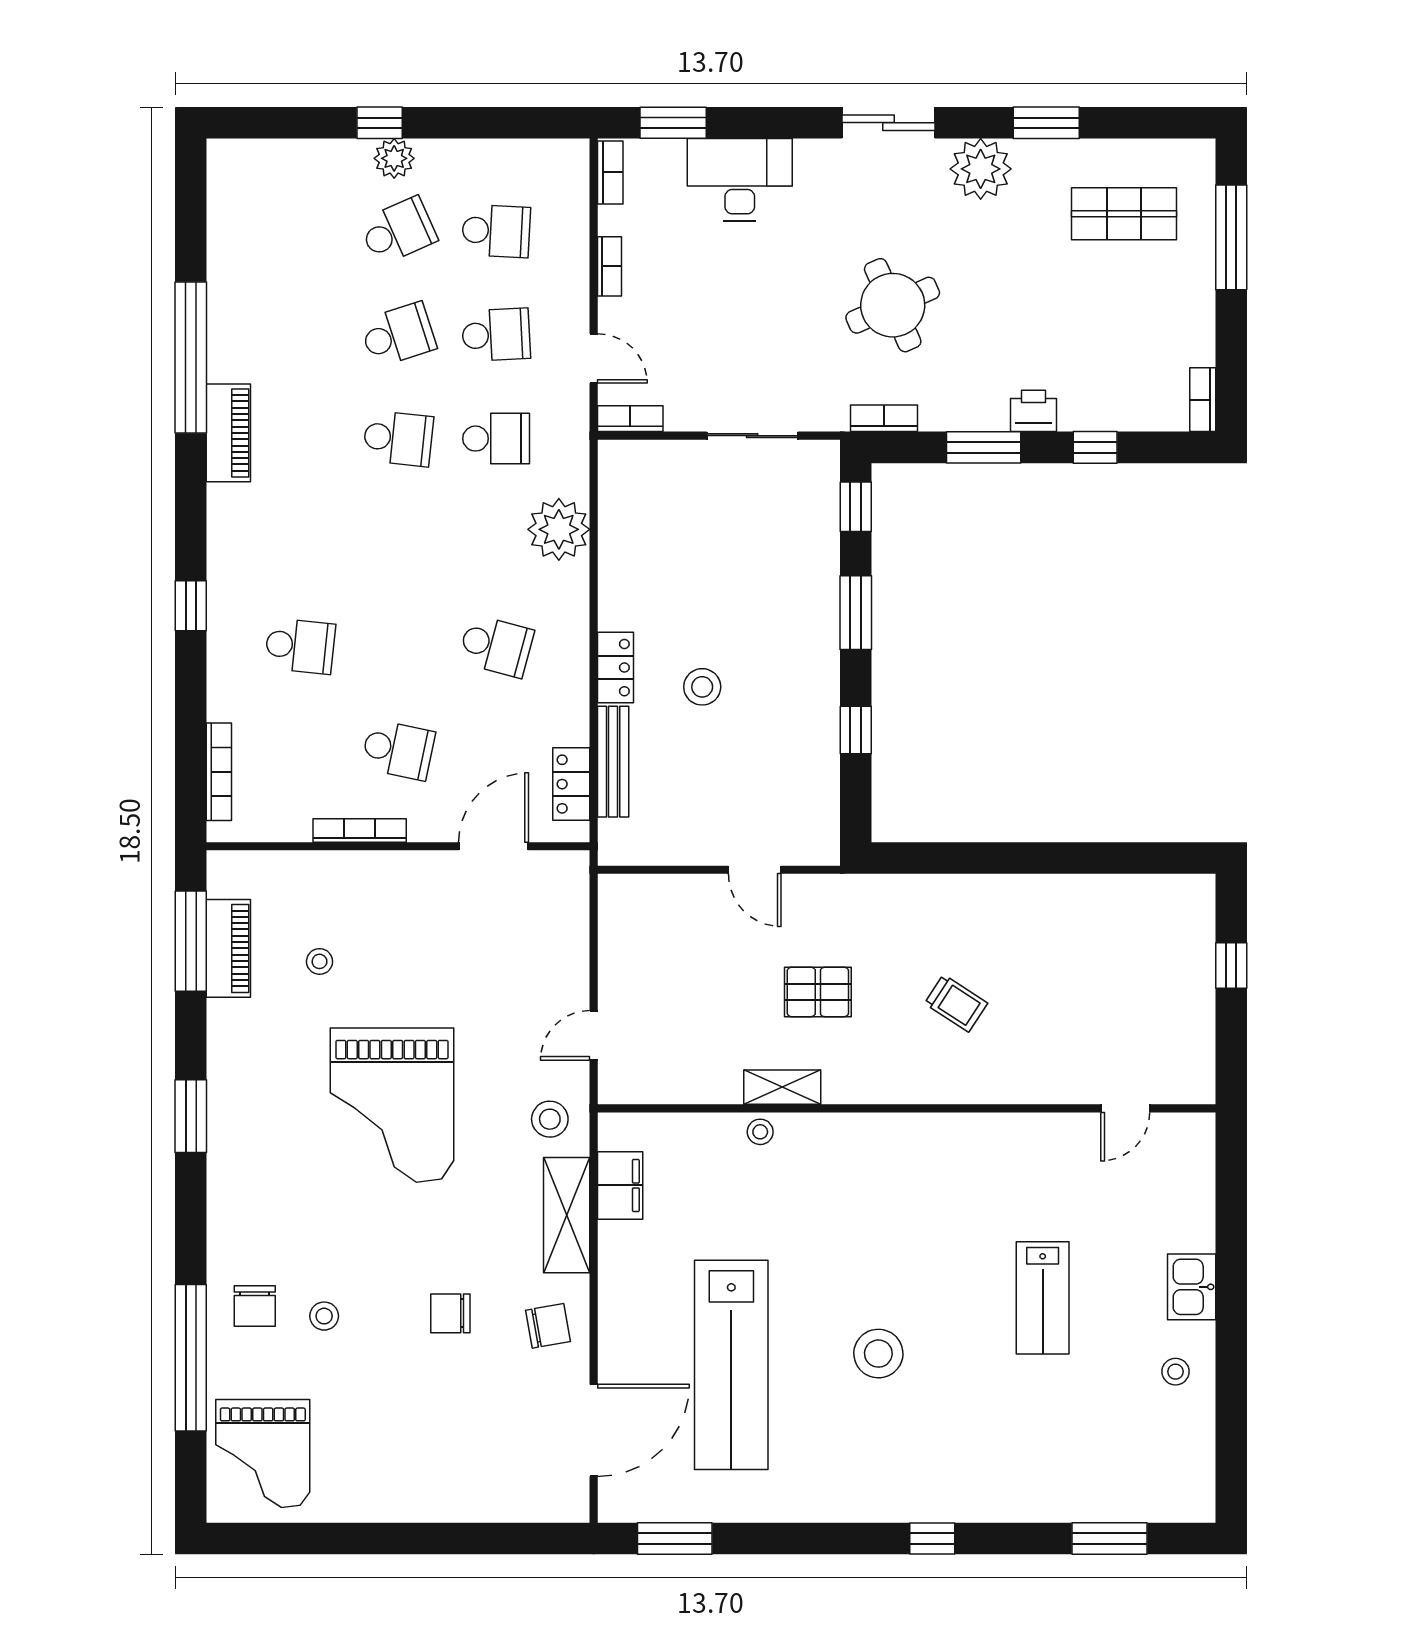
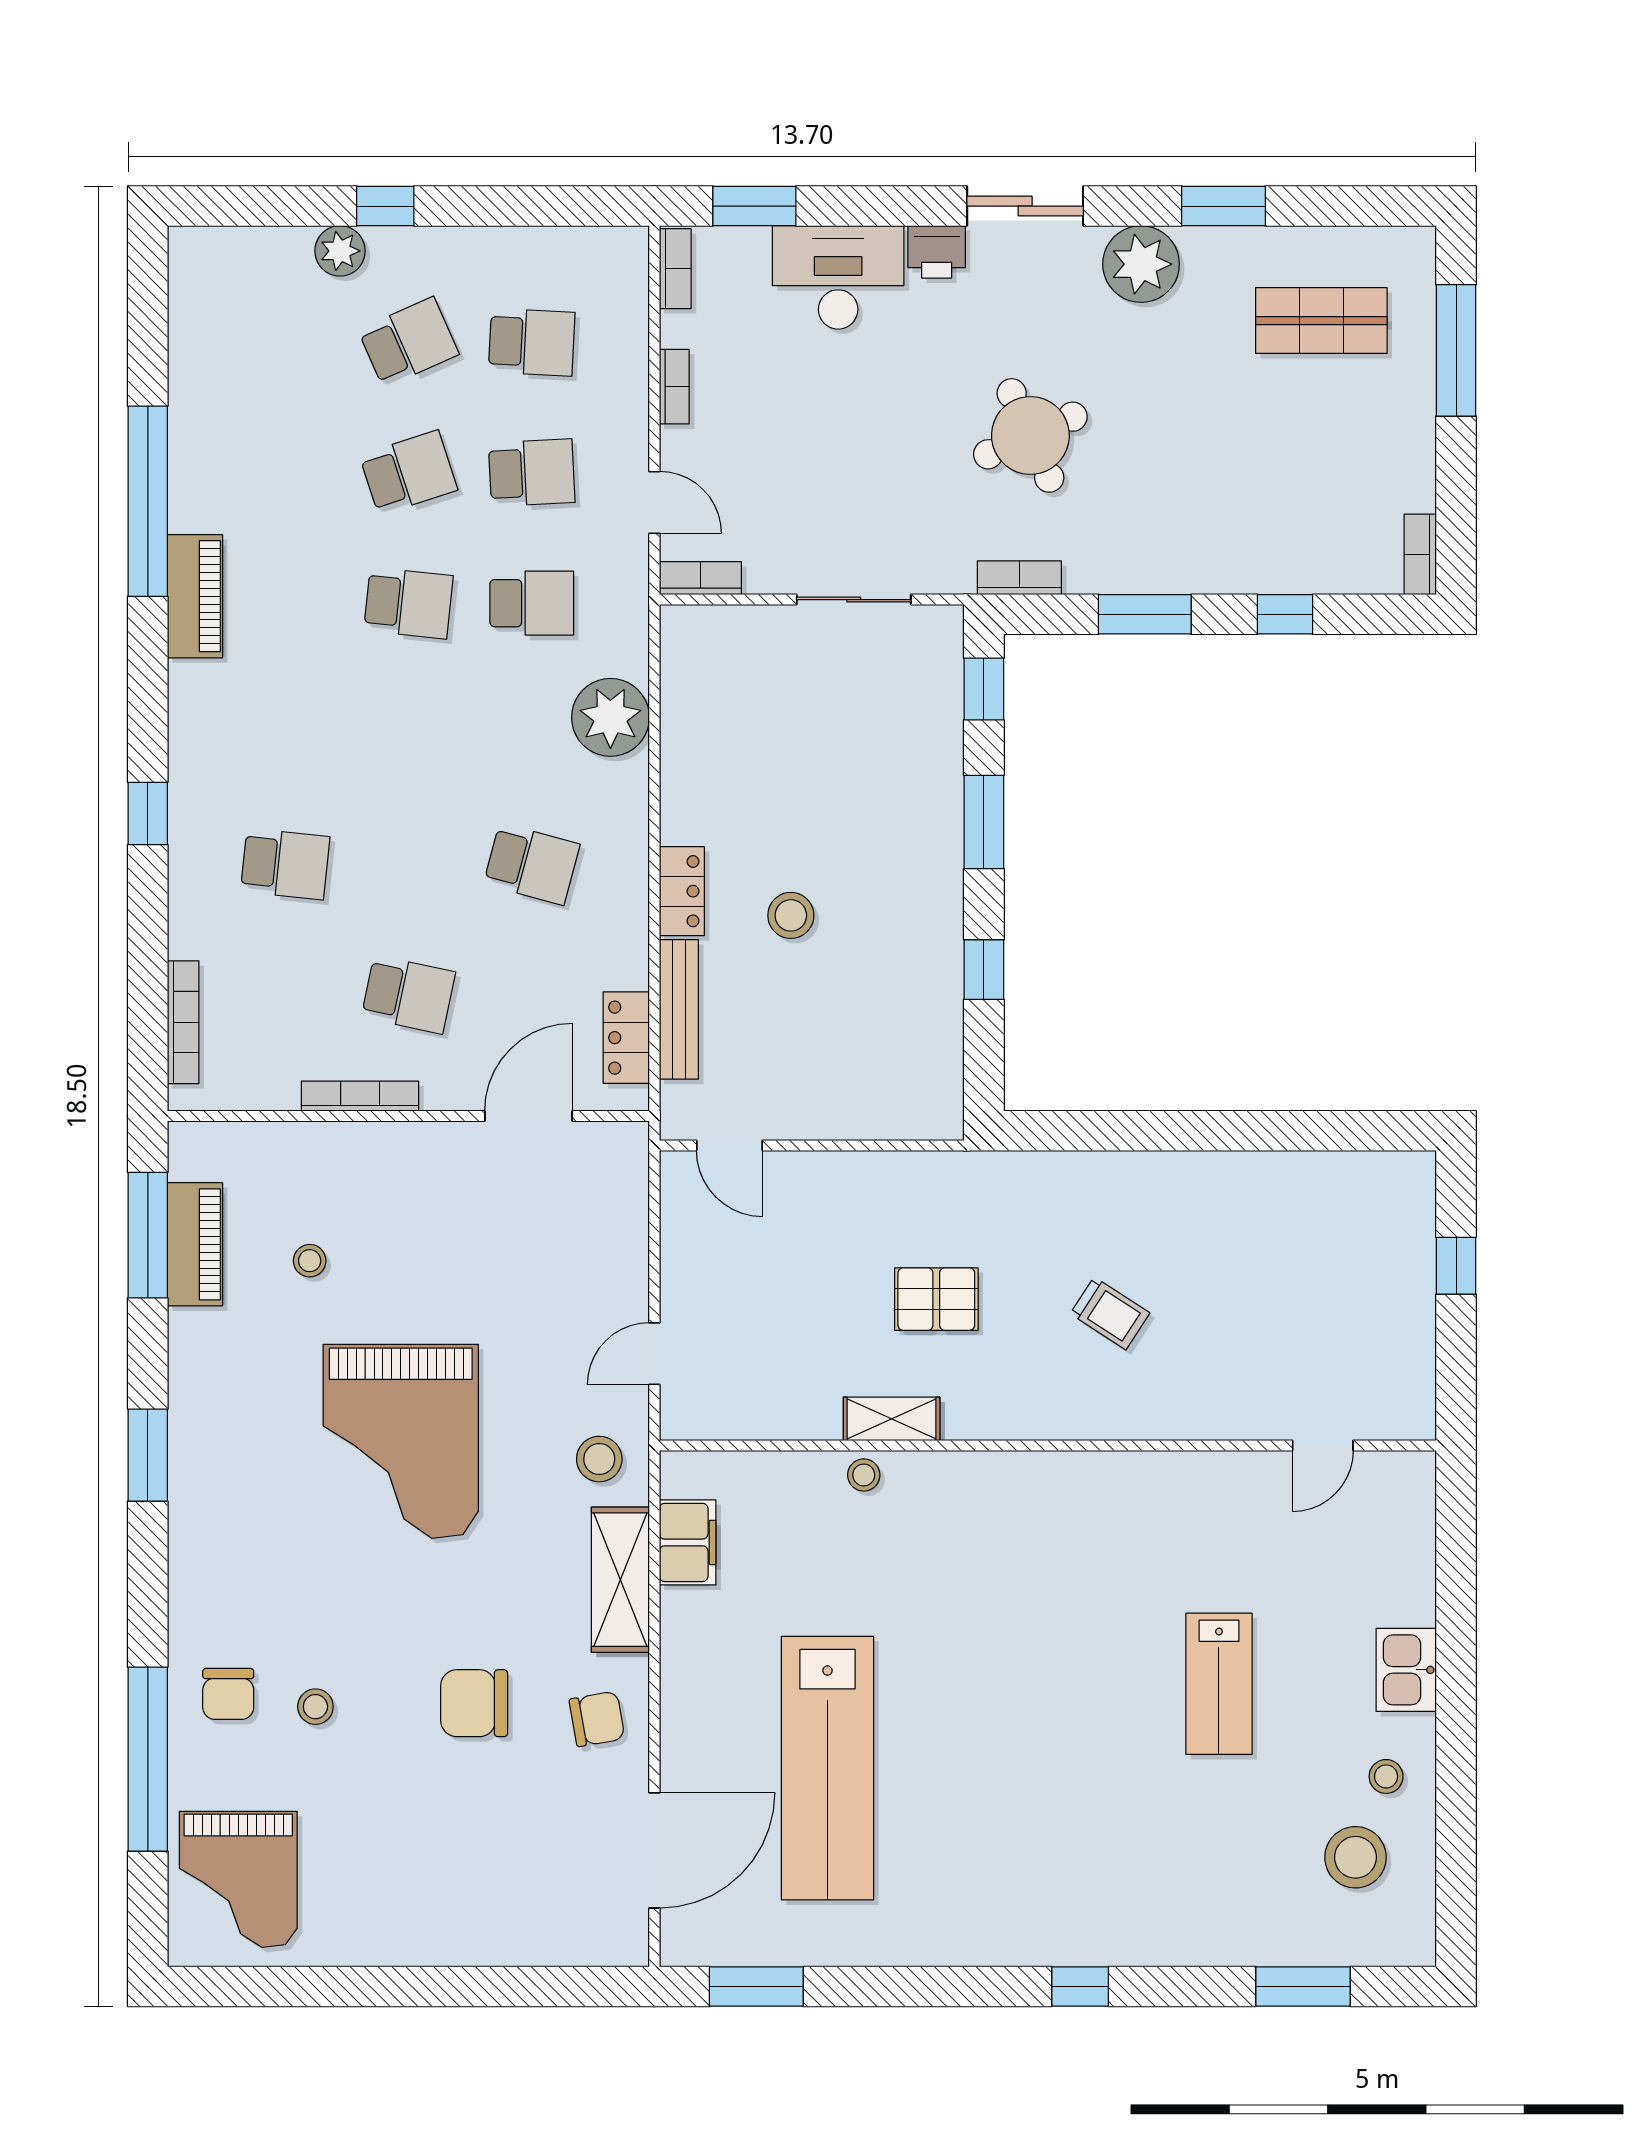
plant: (394, 158) -> (340, 251), moved
printer: (1033, 411) -> (937, 252), moved, turned 180
door: (755, 870) -> (730, 1145), moved
chair: (450, 1313) -> (474, 1703), width x1.37, depth x1.37
stool: (878, 1354) -> (1355, 1857), moved

